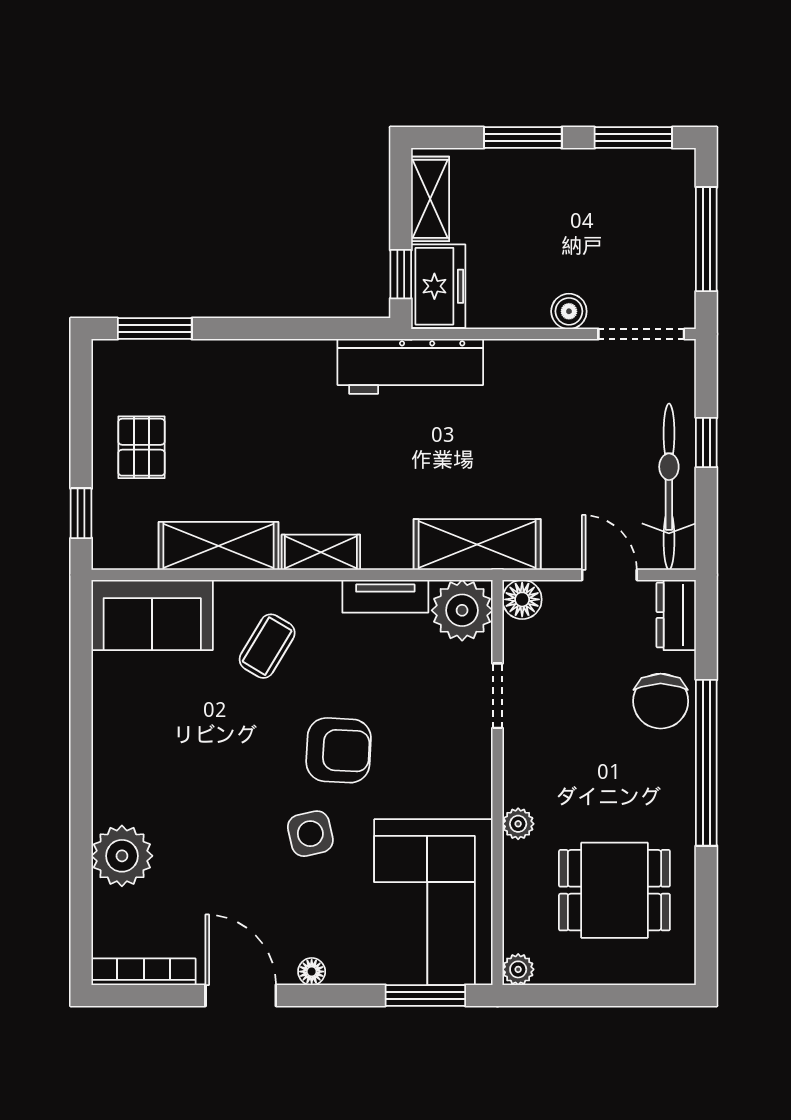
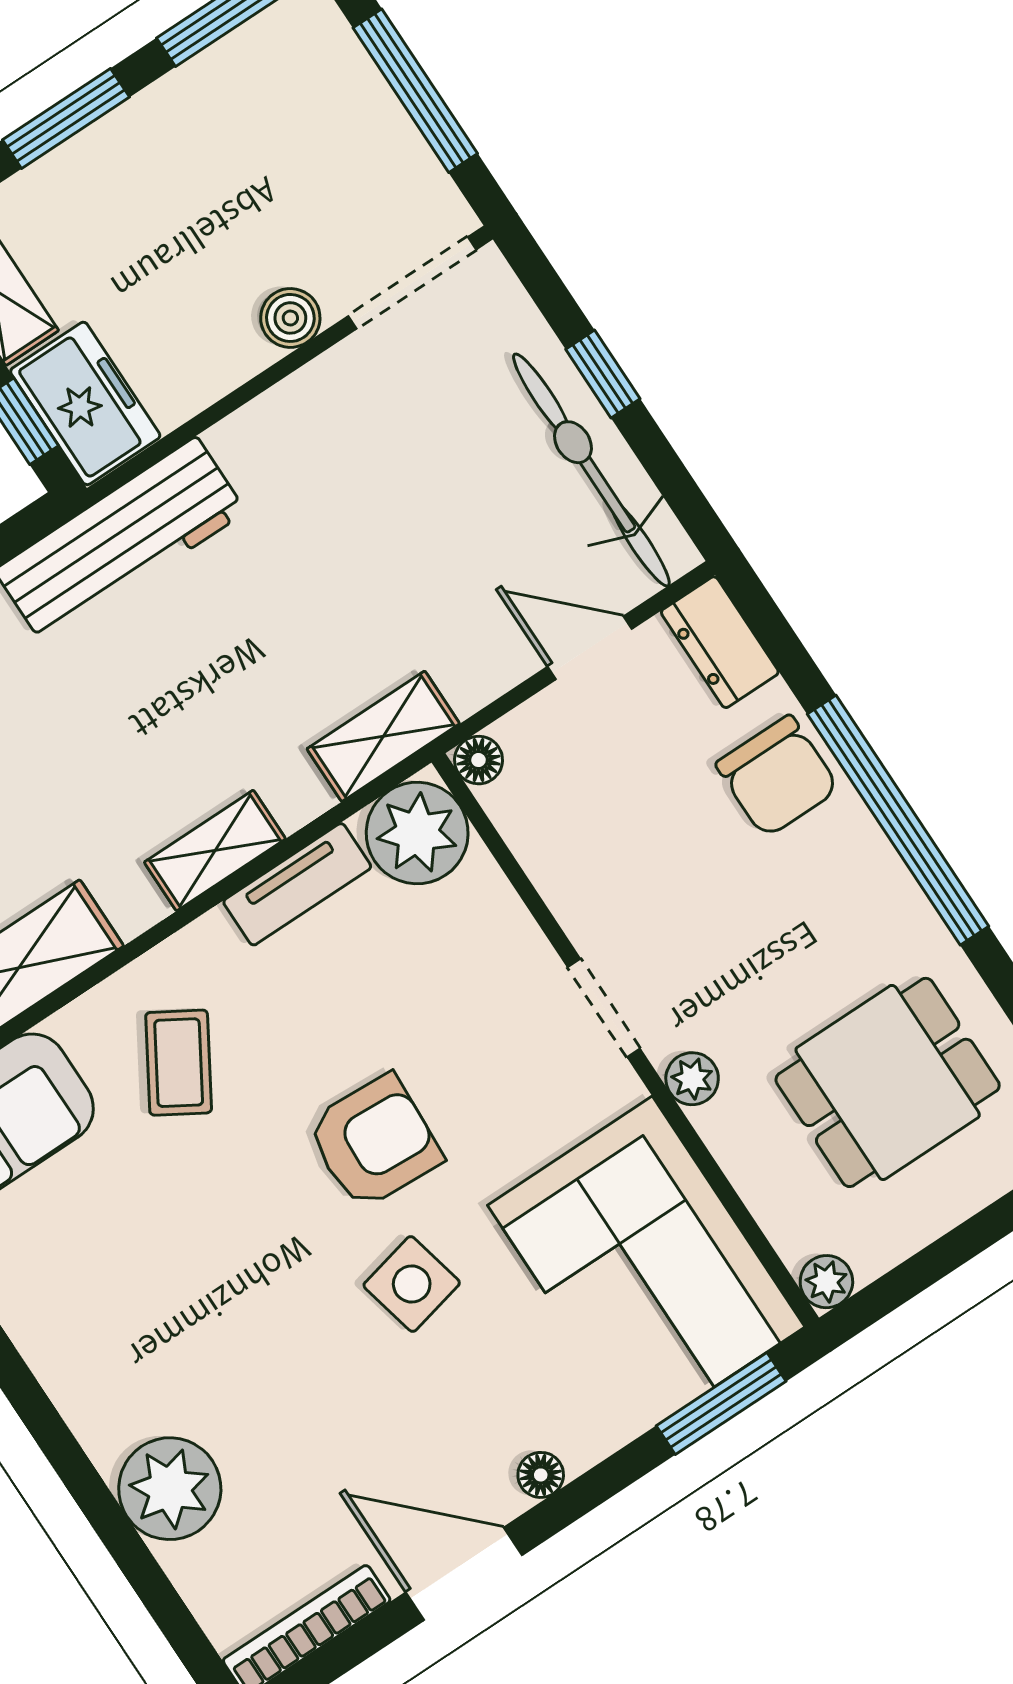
shelving: (477, 544) -> (383, 736), width x0.67, depth x0.75
shelving: (321, 552) -> (215, 851), moved
floor lamp: (522, 599) -> (478, 760), width x0.73, depth x0.73
doorway: (498, 696) -> (604, 1008), moved

